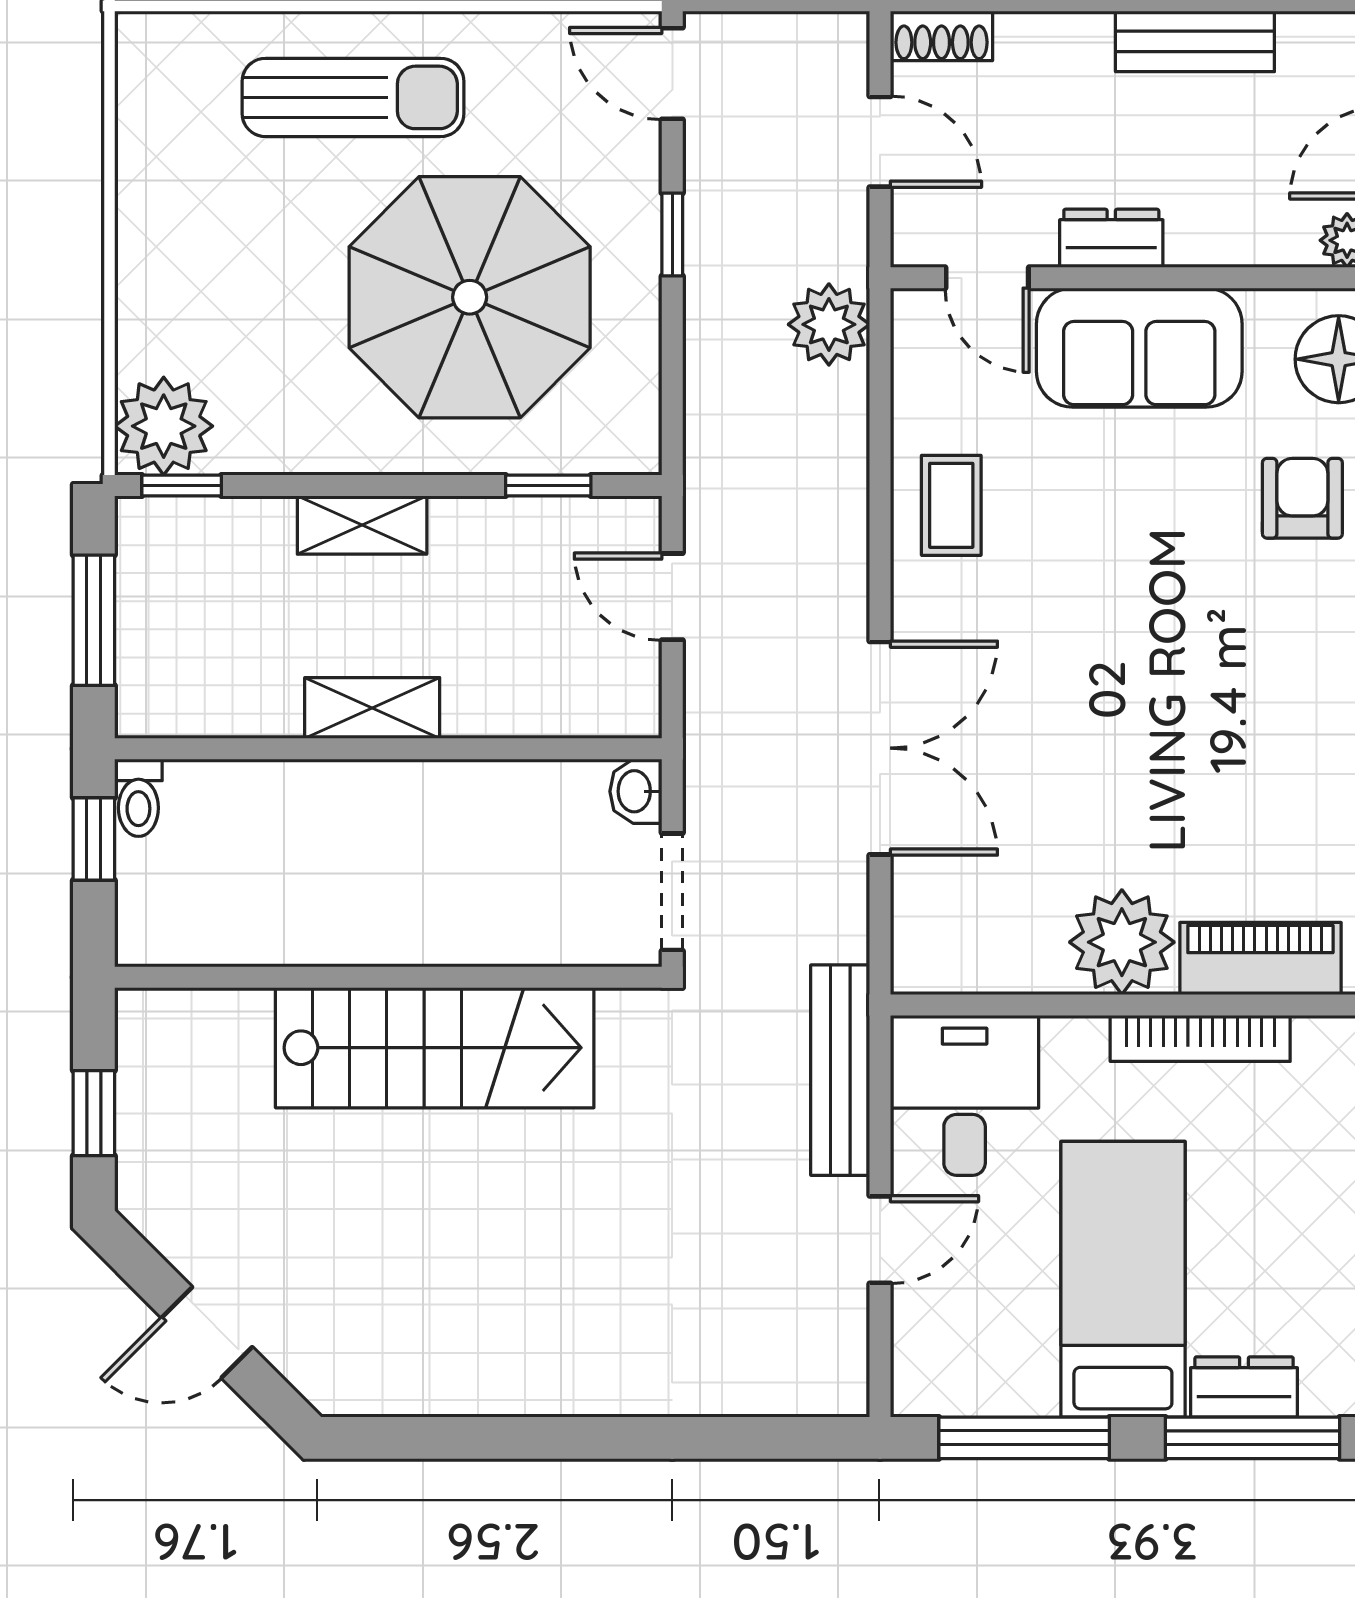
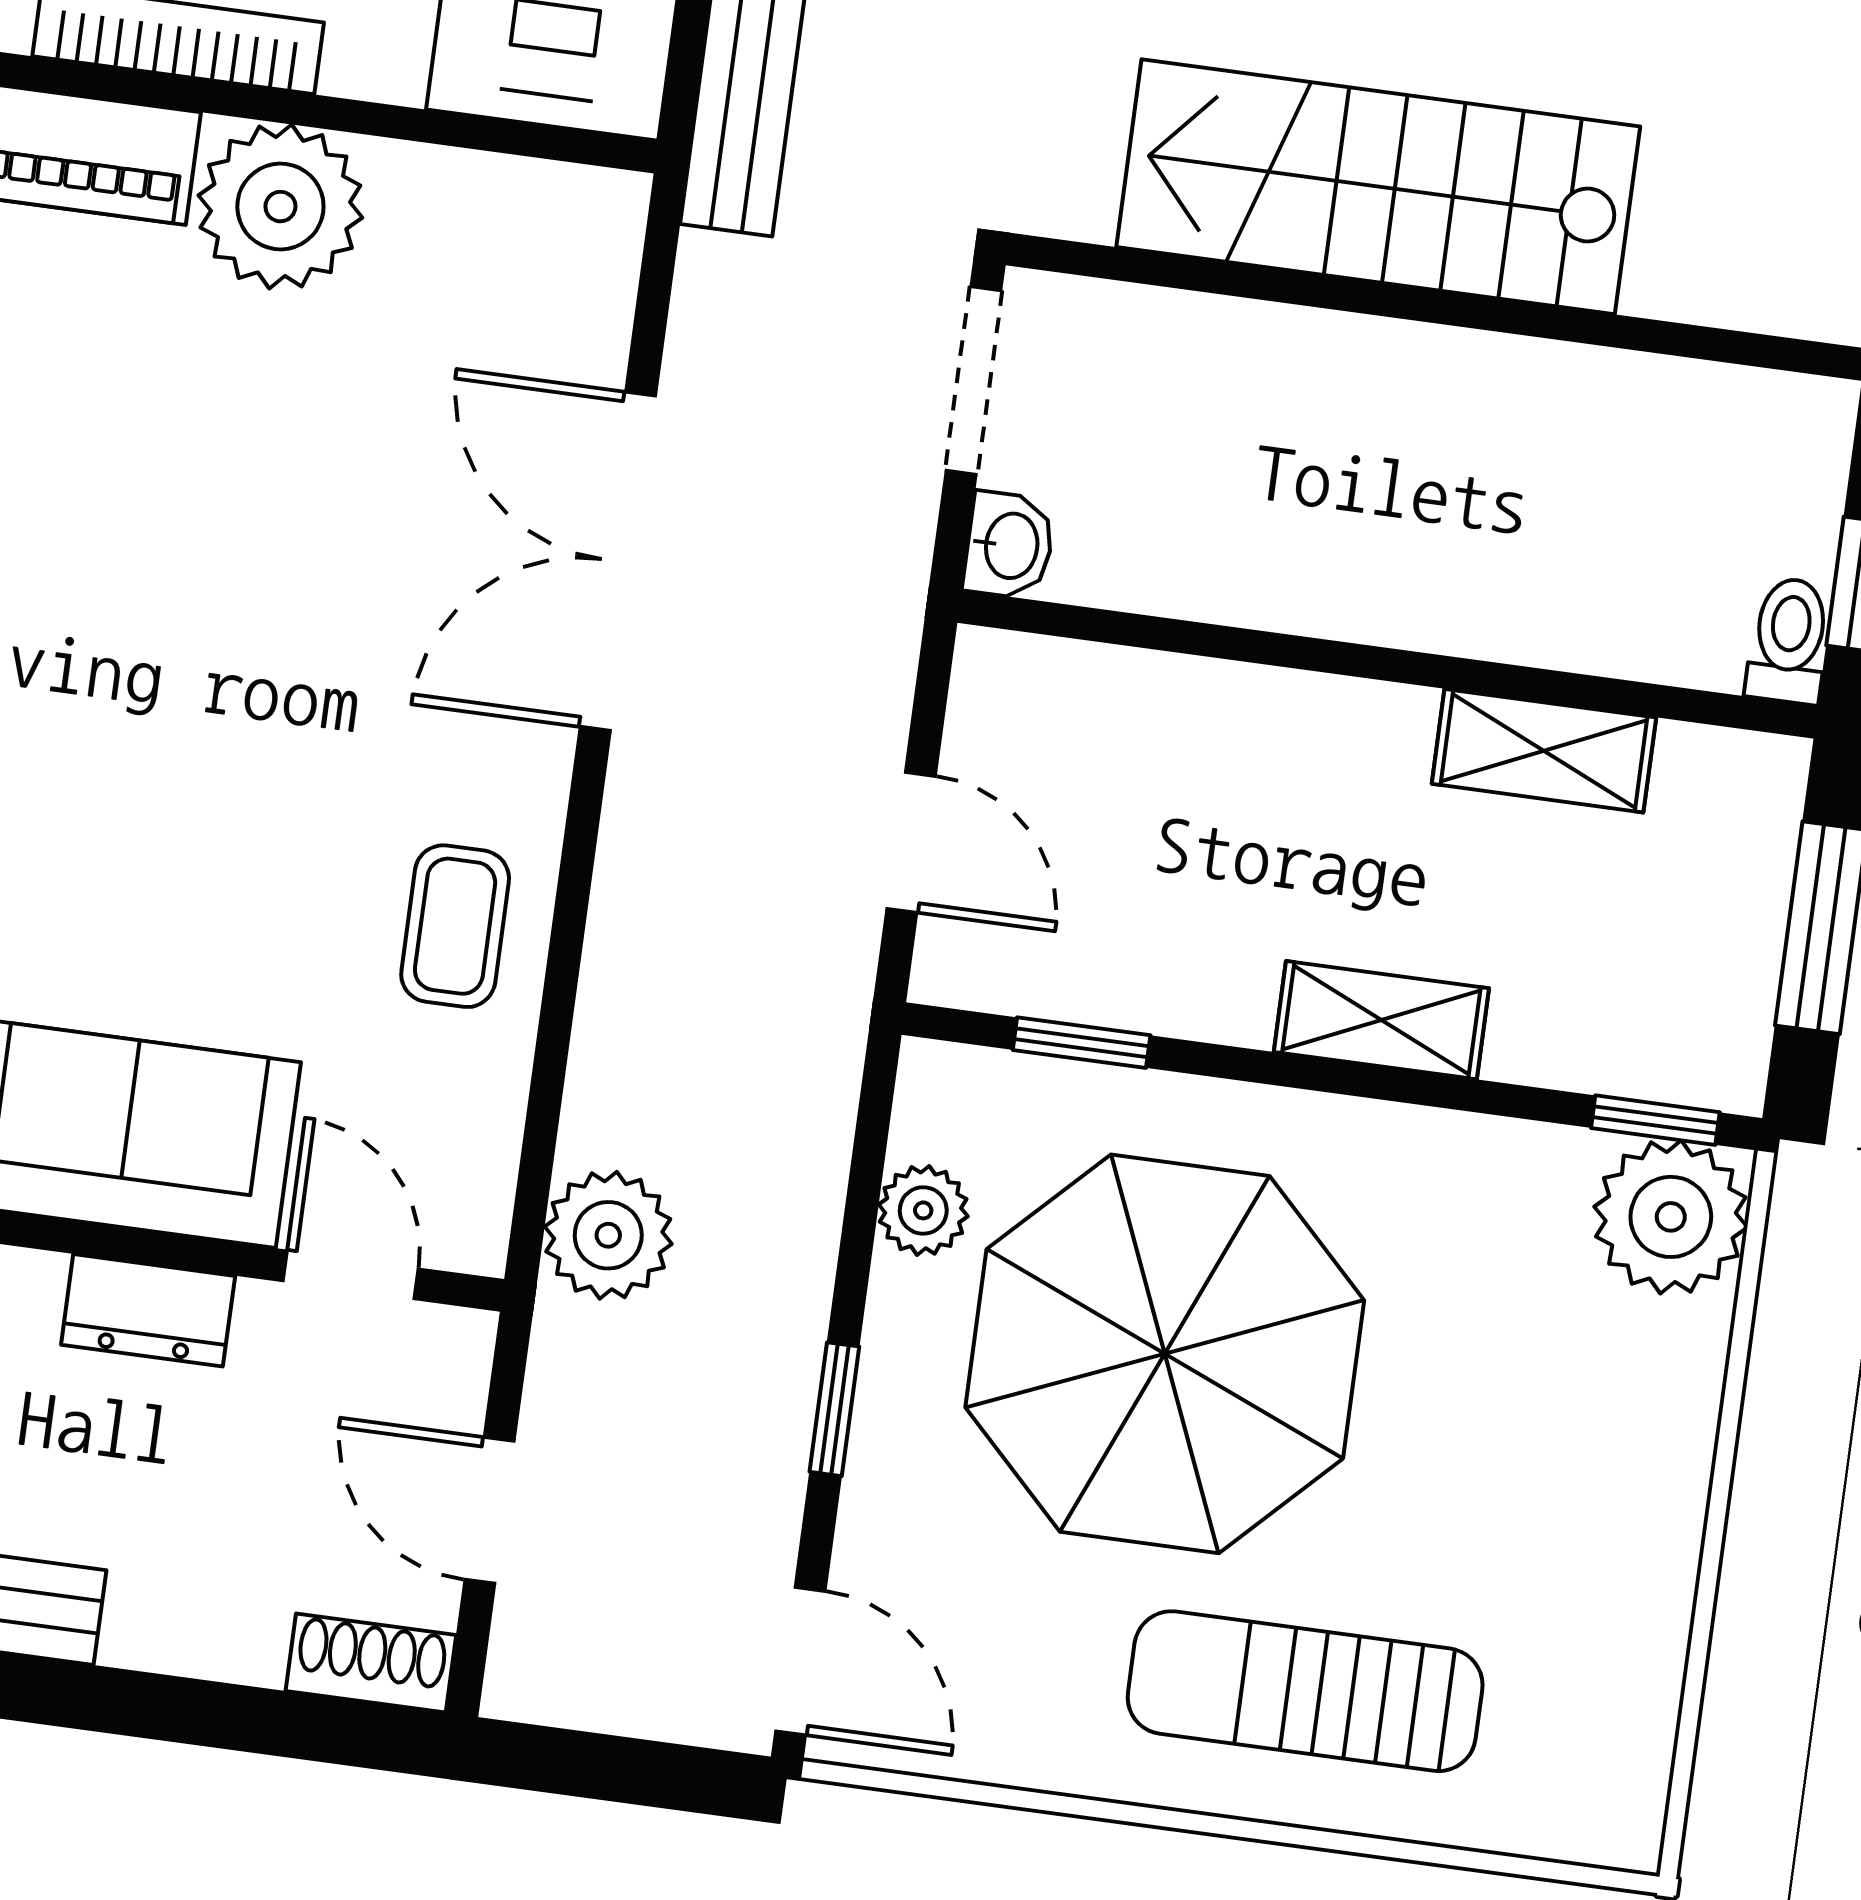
plant: (633, 367) -> (923, 1210), added
shelving: (372, 708) -> (1544, 751), moved

